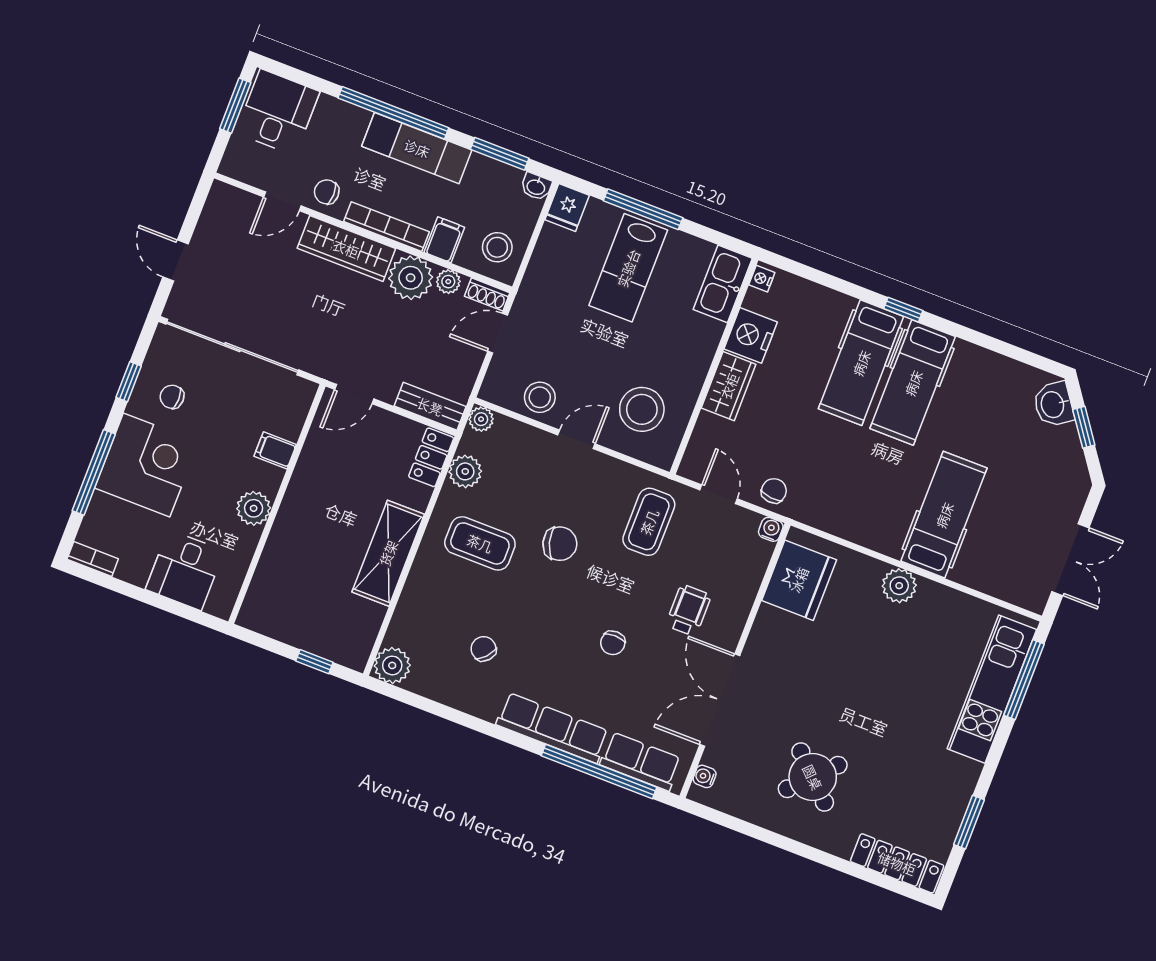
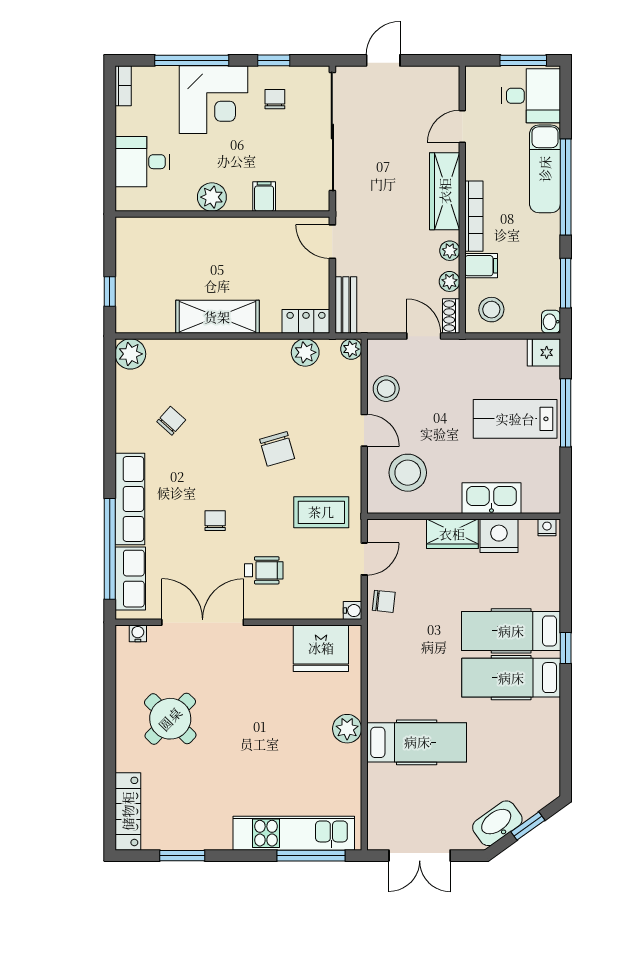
exam couch: (417, 148) -> (545, 169), moved
chair: (327, 192) -> (483, 159), removed
door: (282, 201) -> (462, 127), hinge flipped
plant: (411, 278) -> (450, 251), width x0.53, depth x0.53
kitchen sink: (723, 284) -> (491, 498), moved
washbasin: (1053, 404) -> (497, 823), moved, width x1.38
coffee table: (480, 543) -> (253, 386), removed
chair: (613, 643) -> (215, 521), turned 90

